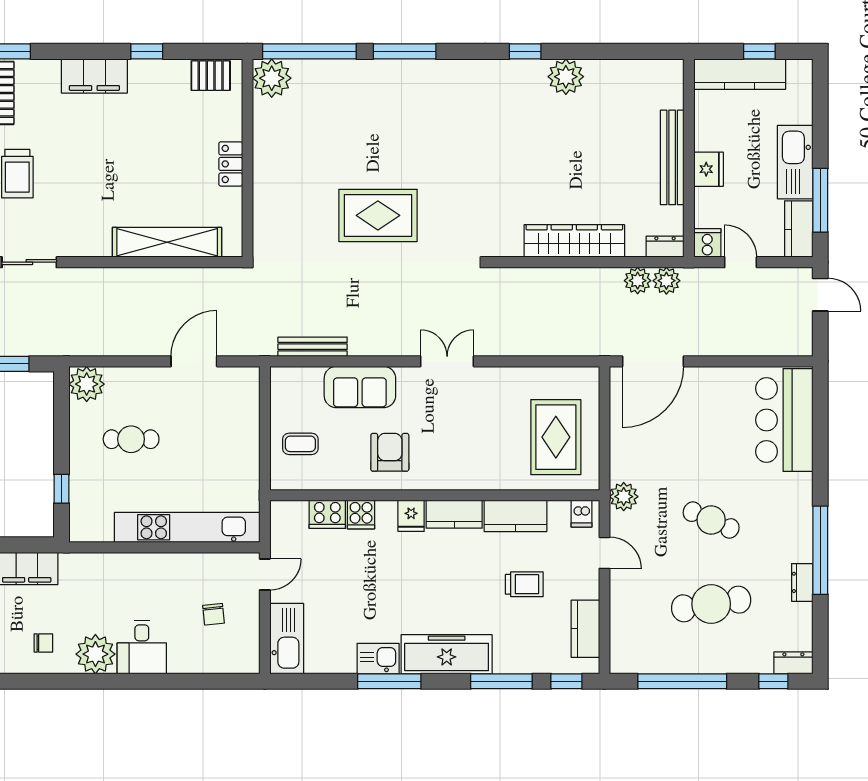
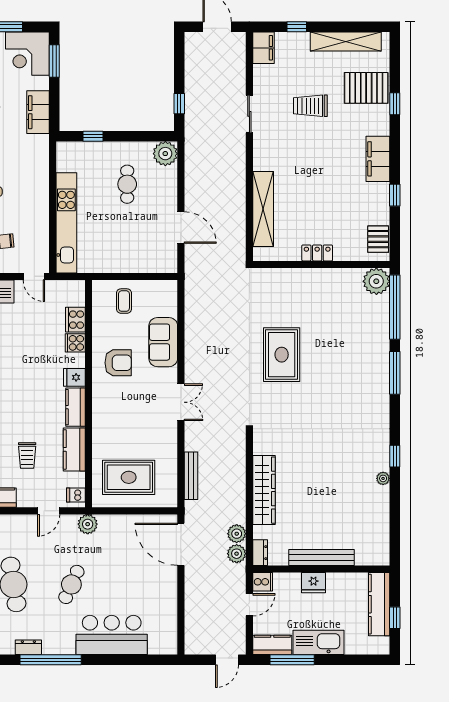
plant: (566, 77) -> (383, 478), width x0.53, depth x0.53
bench: (313, 347) -> (191, 476), moved
bar counter: (784, 420) -> (112, 635), moved

